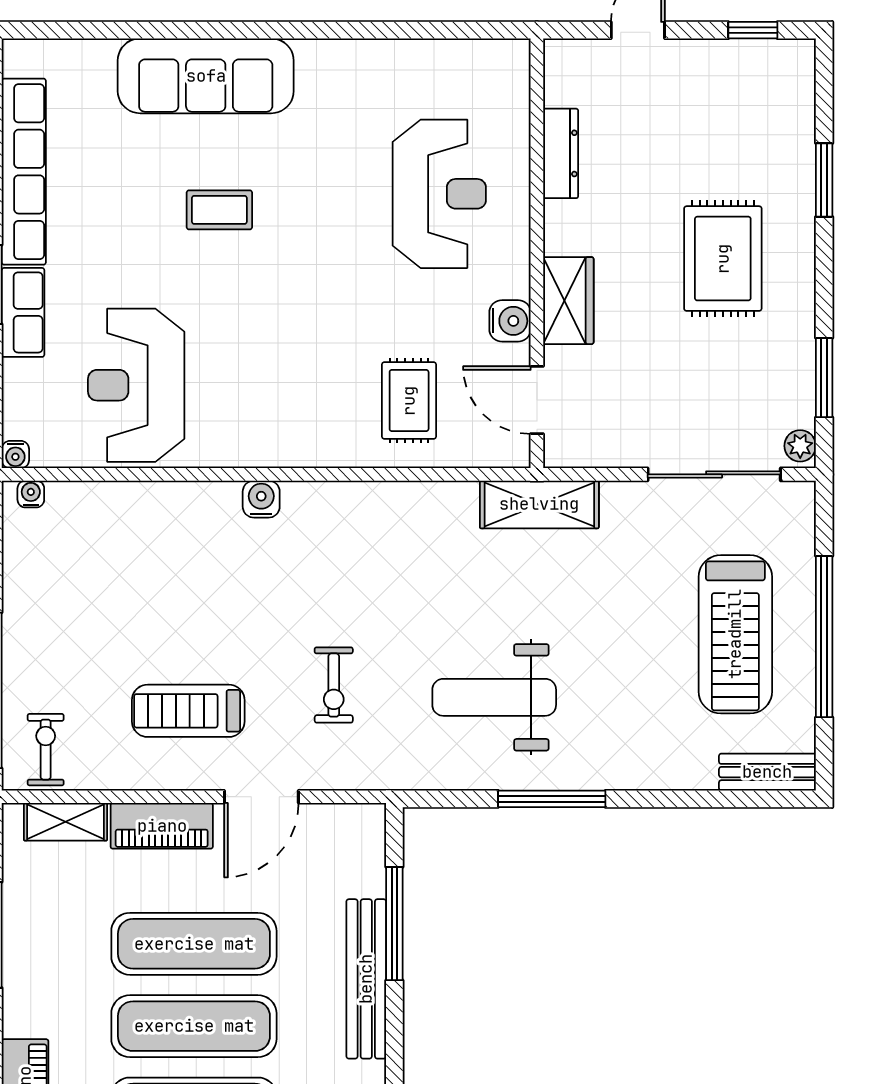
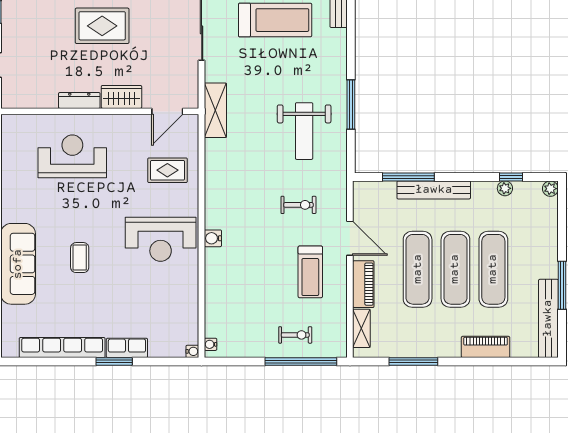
dresser: (561, 153) -> (79, 100), moved
water cooler: (510, 321) -> (131, 124), removed
reception desk: (136, 385) -> (161, 239), moved
exercise bike: (46, 750) -> (295, 335), moved, turned 180

